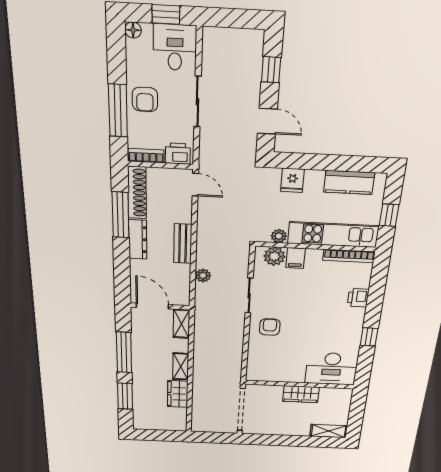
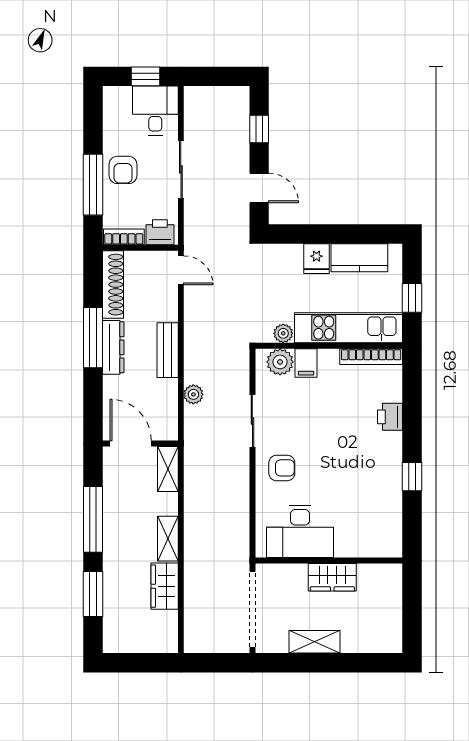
floor lamp: (133, 30) -> (111, 94), removed
fridge: (292, 180) -> (316, 259), moved
window: (121, 215) -> (93, 338), moved
armchair: (270, 327) -> (282, 468), turned 90
desk: (331, 369) -> (300, 531), moved
shelving: (329, 431) -> (314, 642), moved

